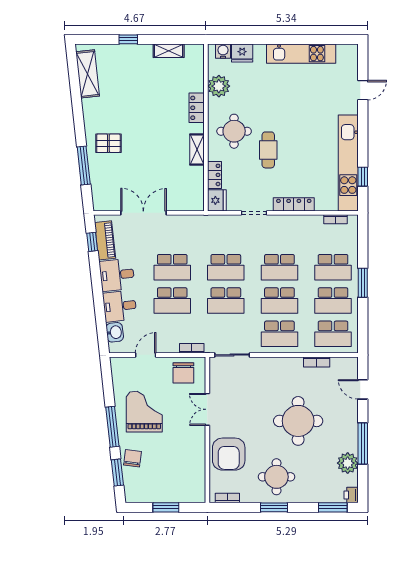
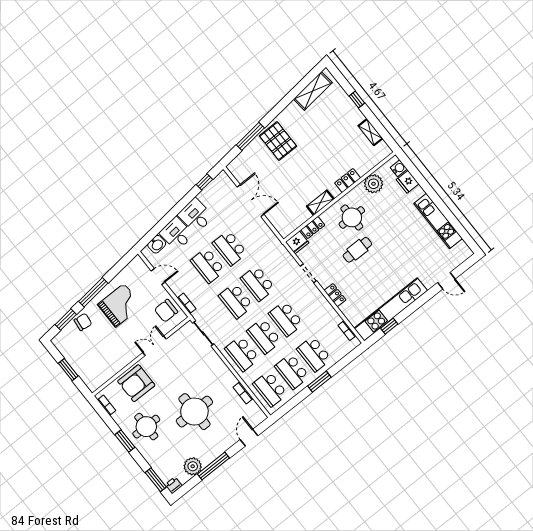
pallet: (108, 143) -> (278, 141), width x1.50, depth x1.42
locker: (294, 204) -> (335, 295), width x0.66
piano: (105, 240) -> (212, 190), removed

